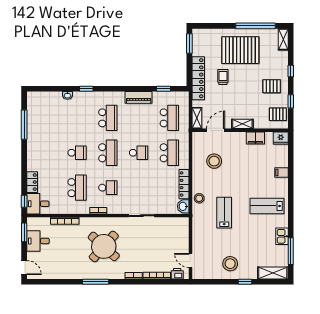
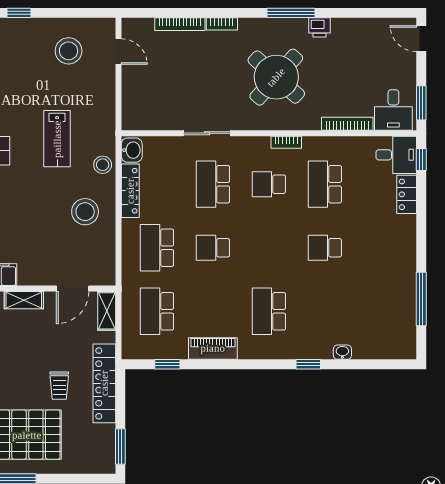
school desk: (108, 153) -> (213, 184), moved
stool: (214, 161) -> (85, 212), moved
desk: (38, 241) -> (393, 110), moved, turned 90
stool: (230, 264) -> (69, 51), moved
printer: (177, 274) -> (320, 27), moved

